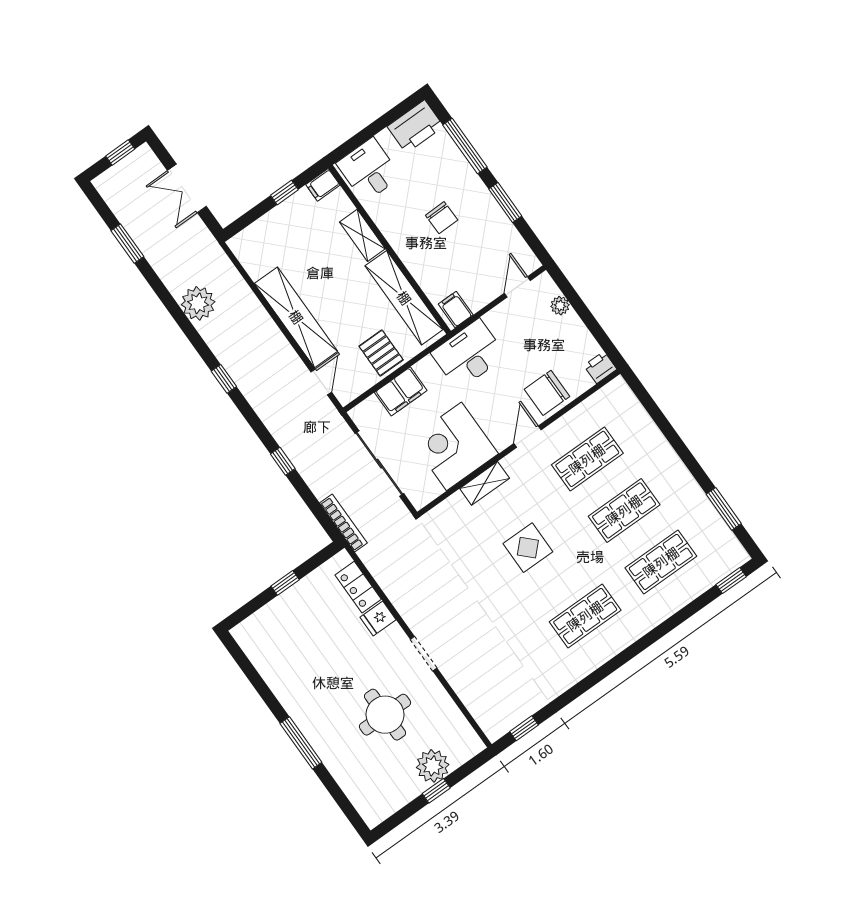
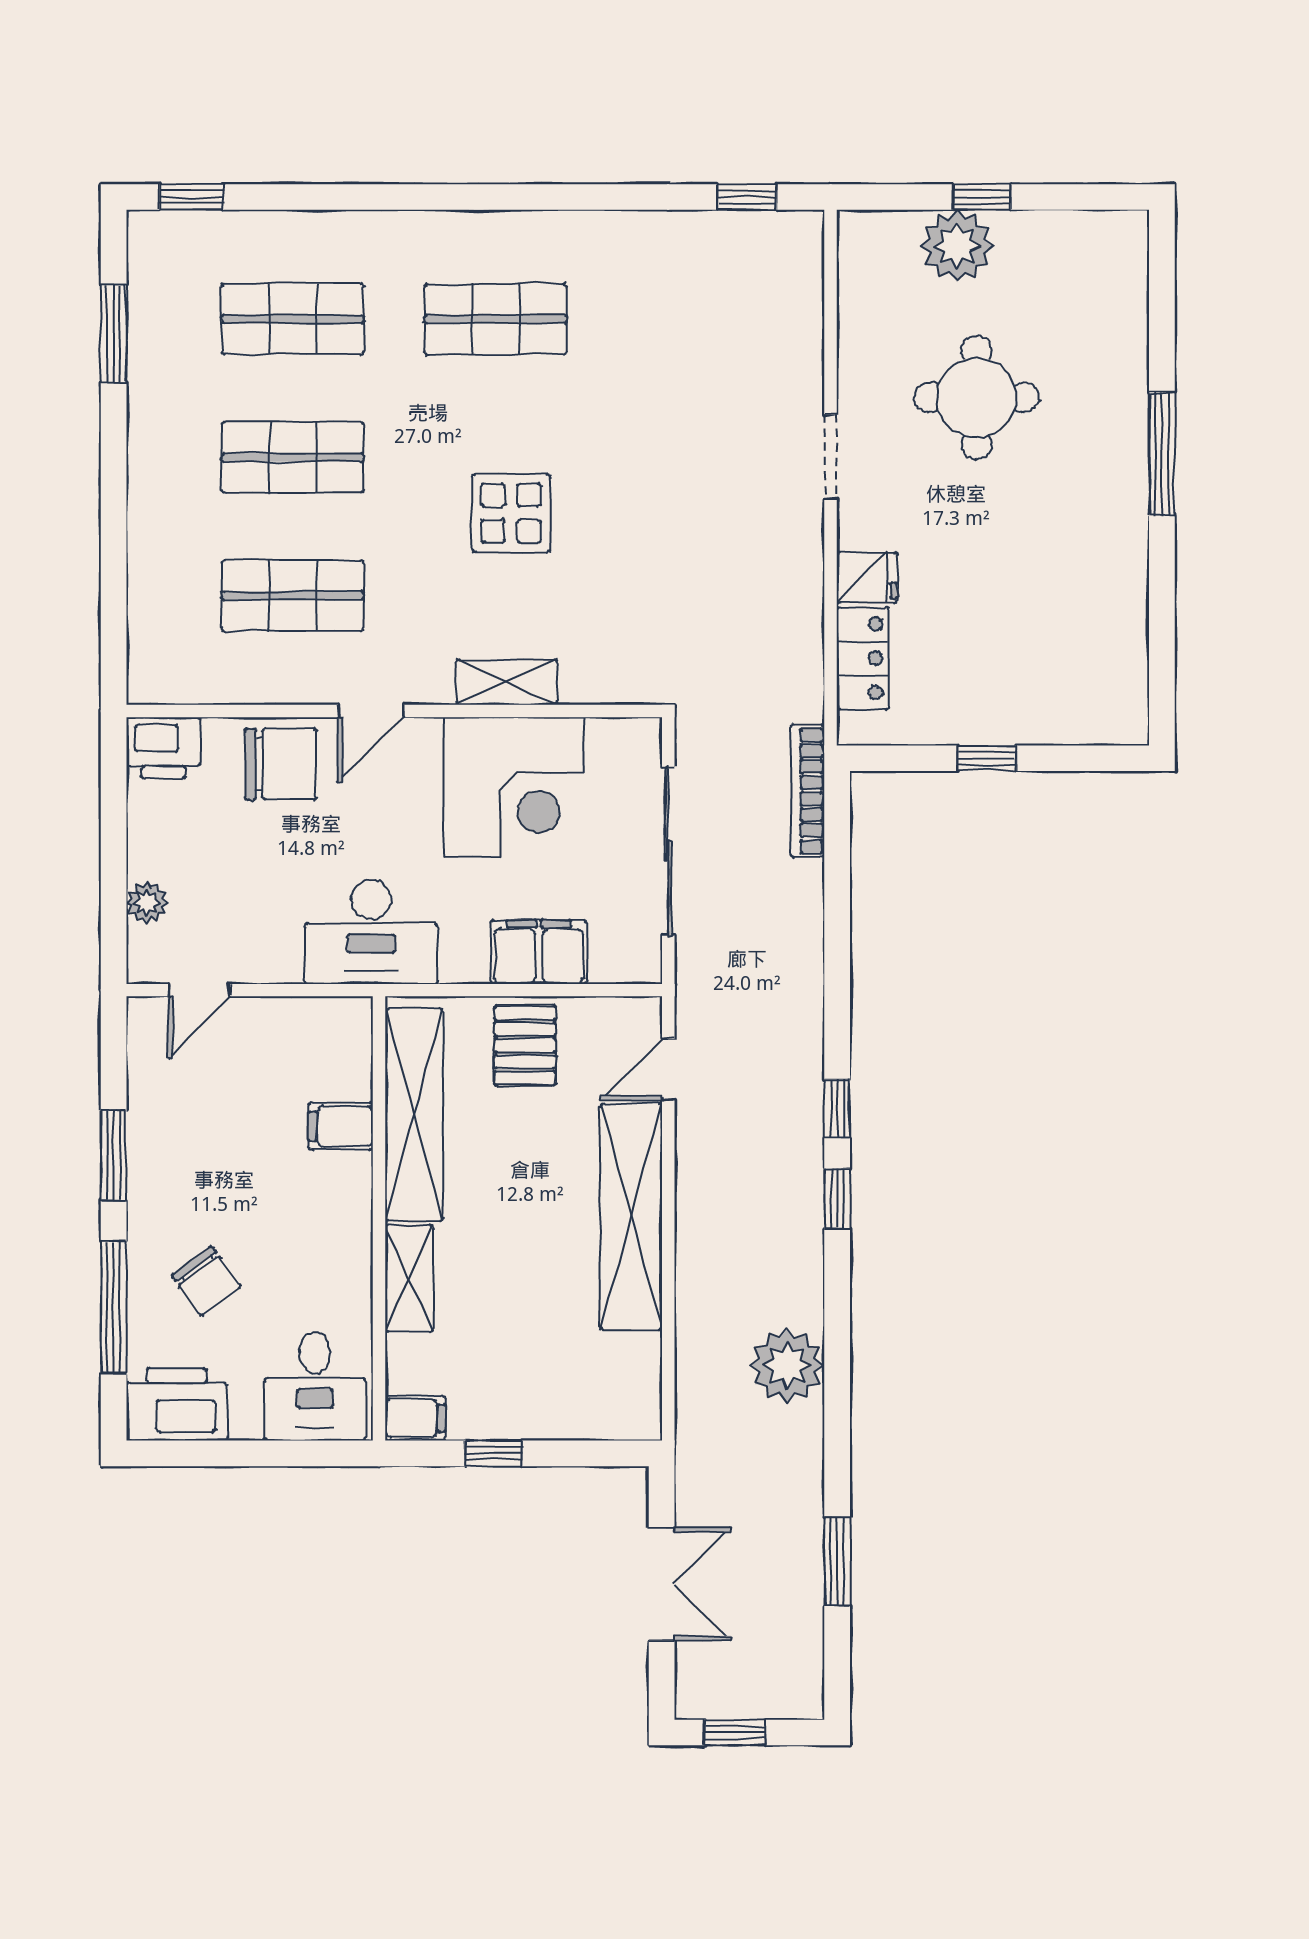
chair: (442, 218) -> (206, 1281), moved, turned 145
filing cabinet: (456, 309) -> (341, 1126), moved, turned 90
printer: (600, 367) -> (163, 748), width x1.36, depth x1.24
window: (283, 461) -> (837, 1109), moved

